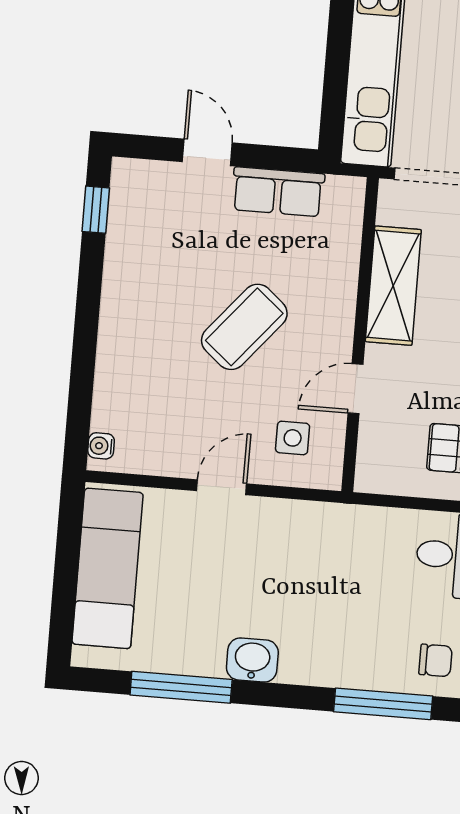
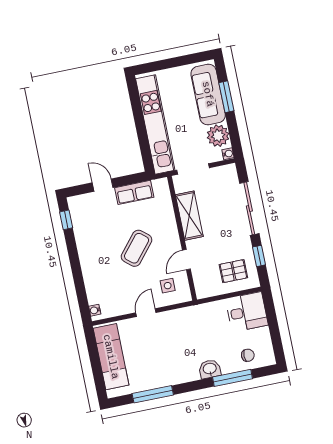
washbasin: (252, 660) -> (210, 369), moved

